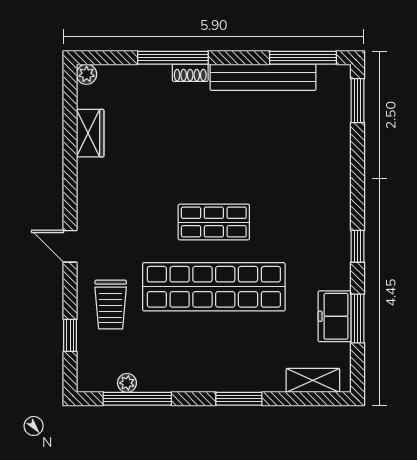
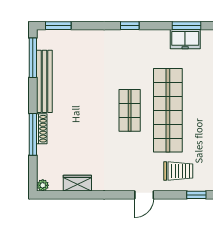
shoe rack: (190, 73) -> (42, 129), width x1.43
window: (358, 246) -> (130, 26), moved

